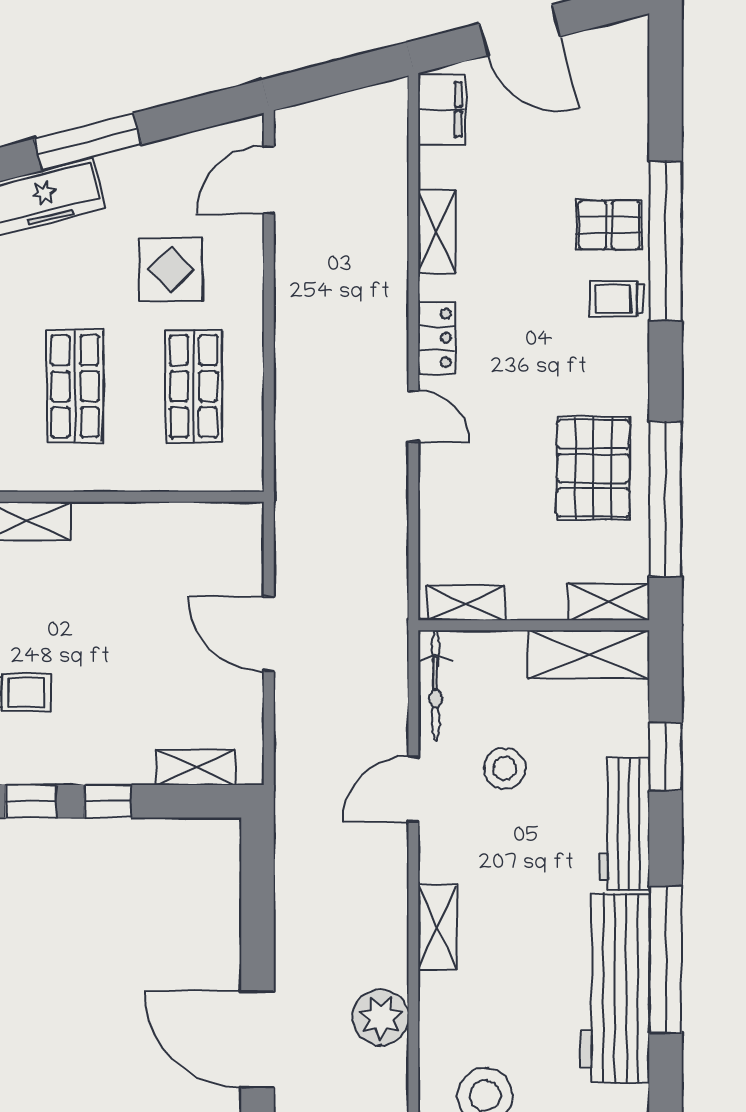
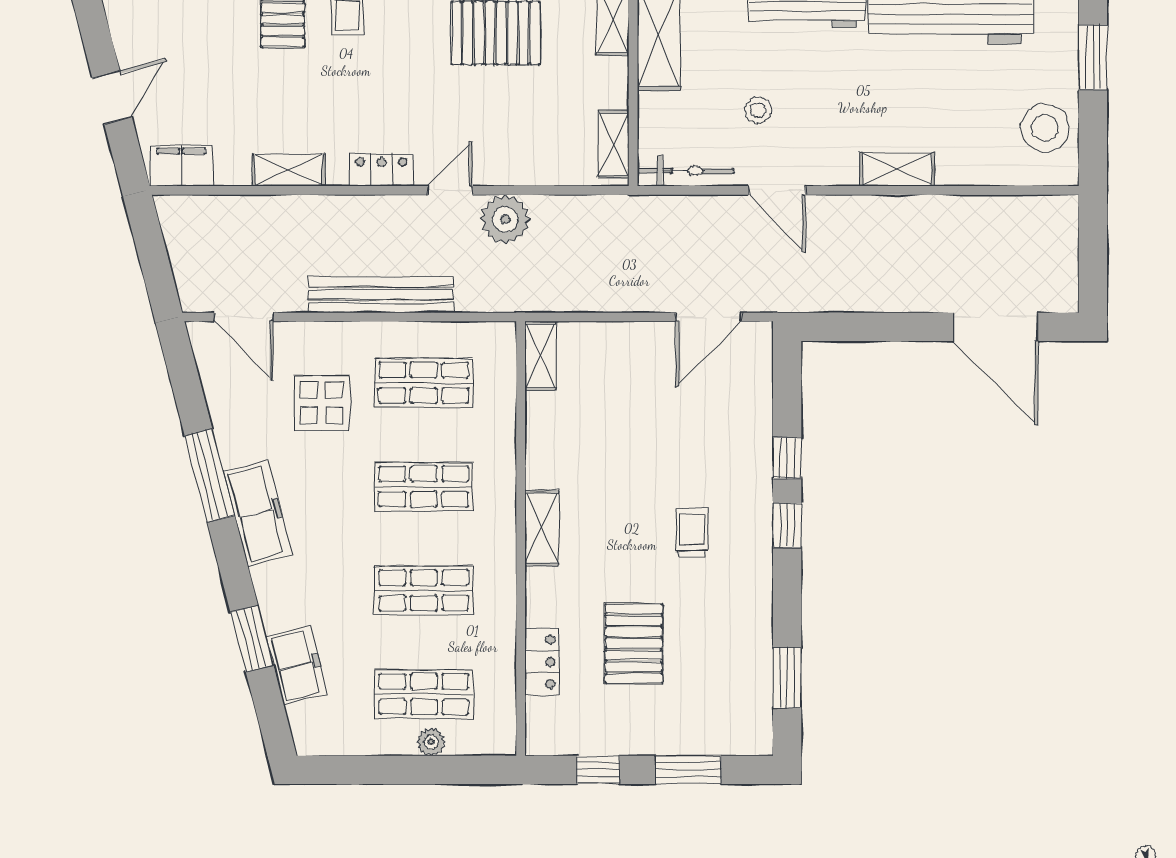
door: (520, 30) -> (112, 97), width x0.73
bench: (294, 337) -> (381, 295), added
door: (269, 634) -> (709, 317), moved
shelving: (195, 767) -> (540, 356), moved
stool: (505, 768) -> (758, 110), width x0.73, depth x0.73
plant: (380, 1017) -> (505, 219), moved
door: (258, 1039) -> (995, 327), hinge flipped

